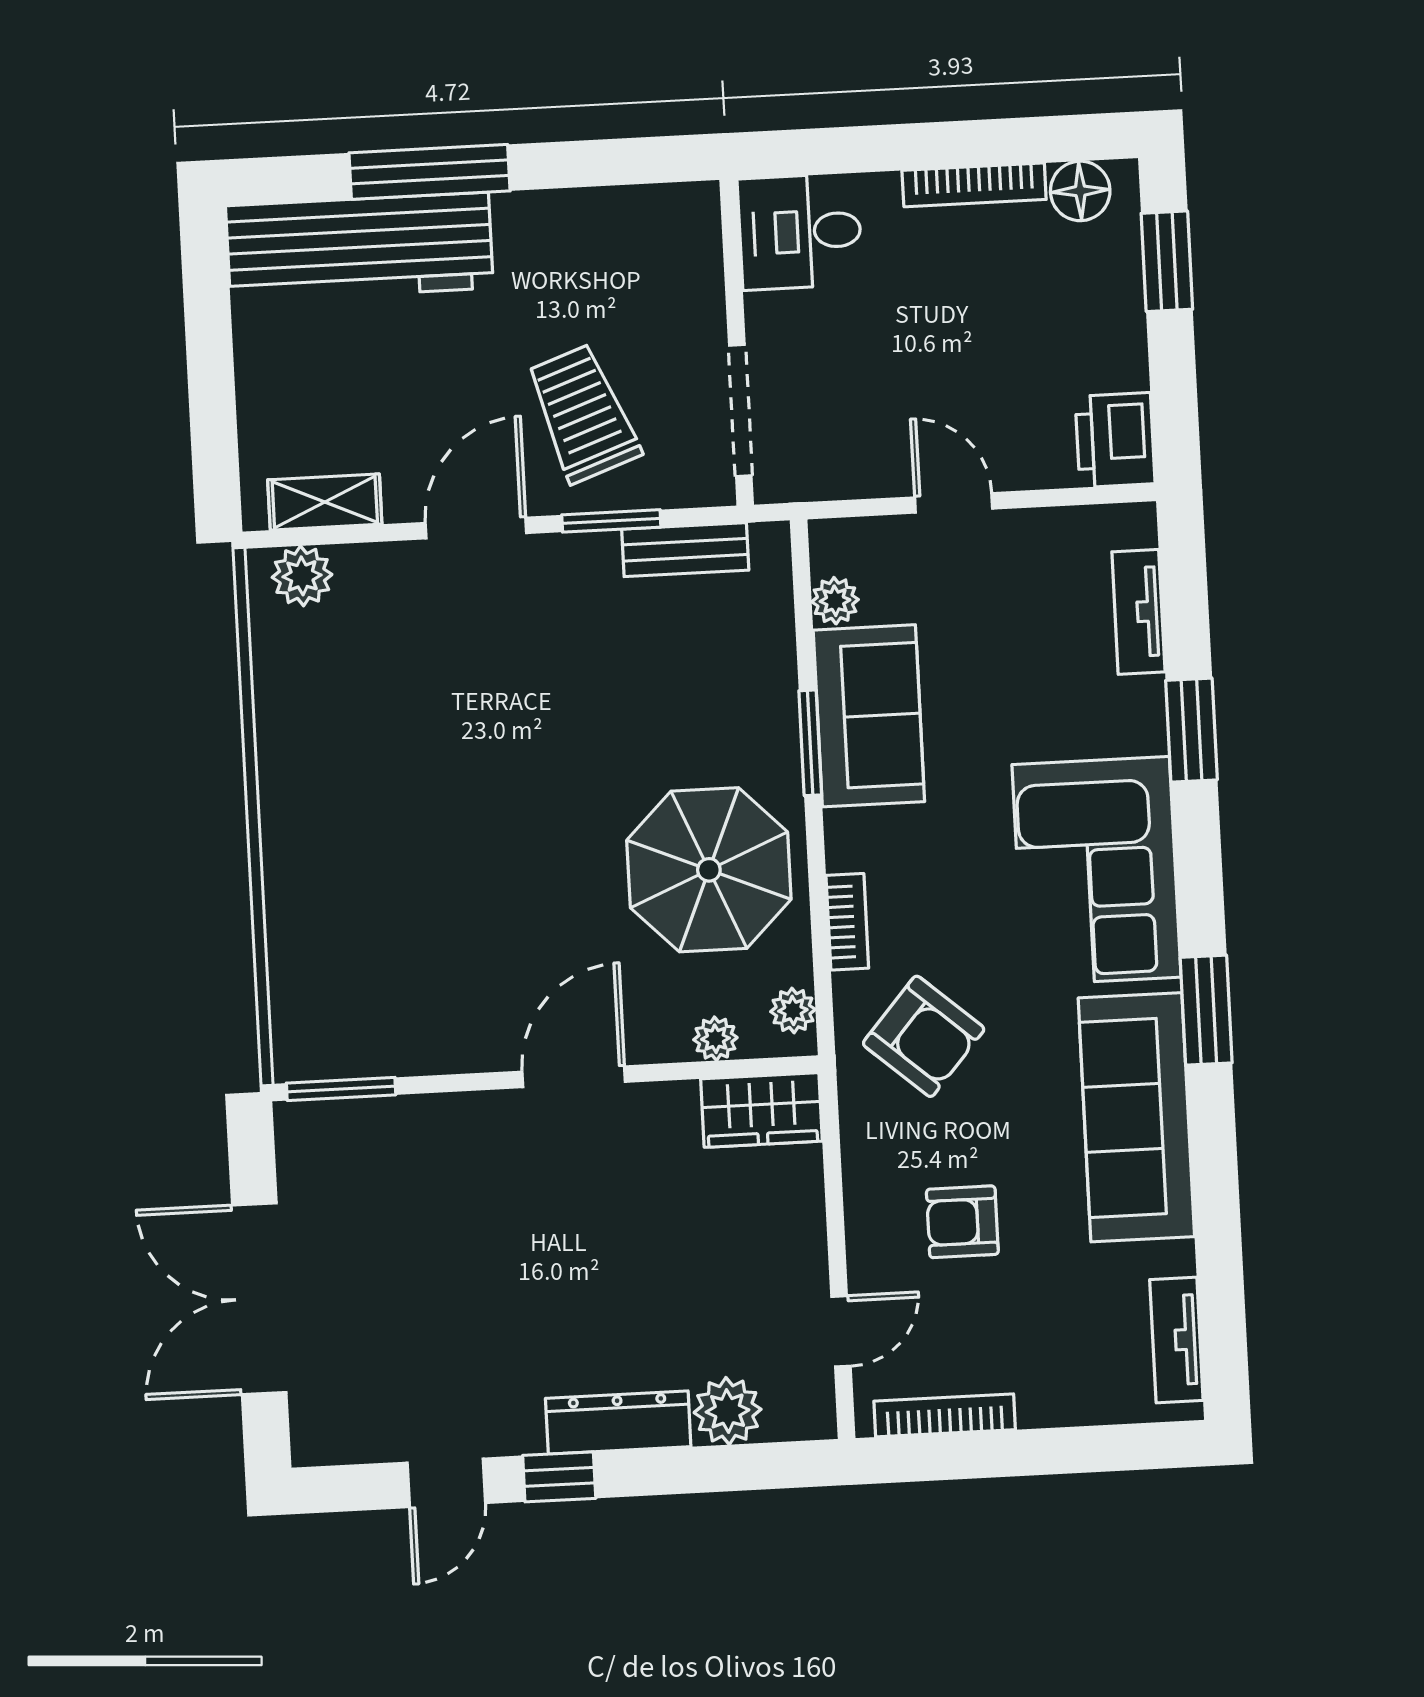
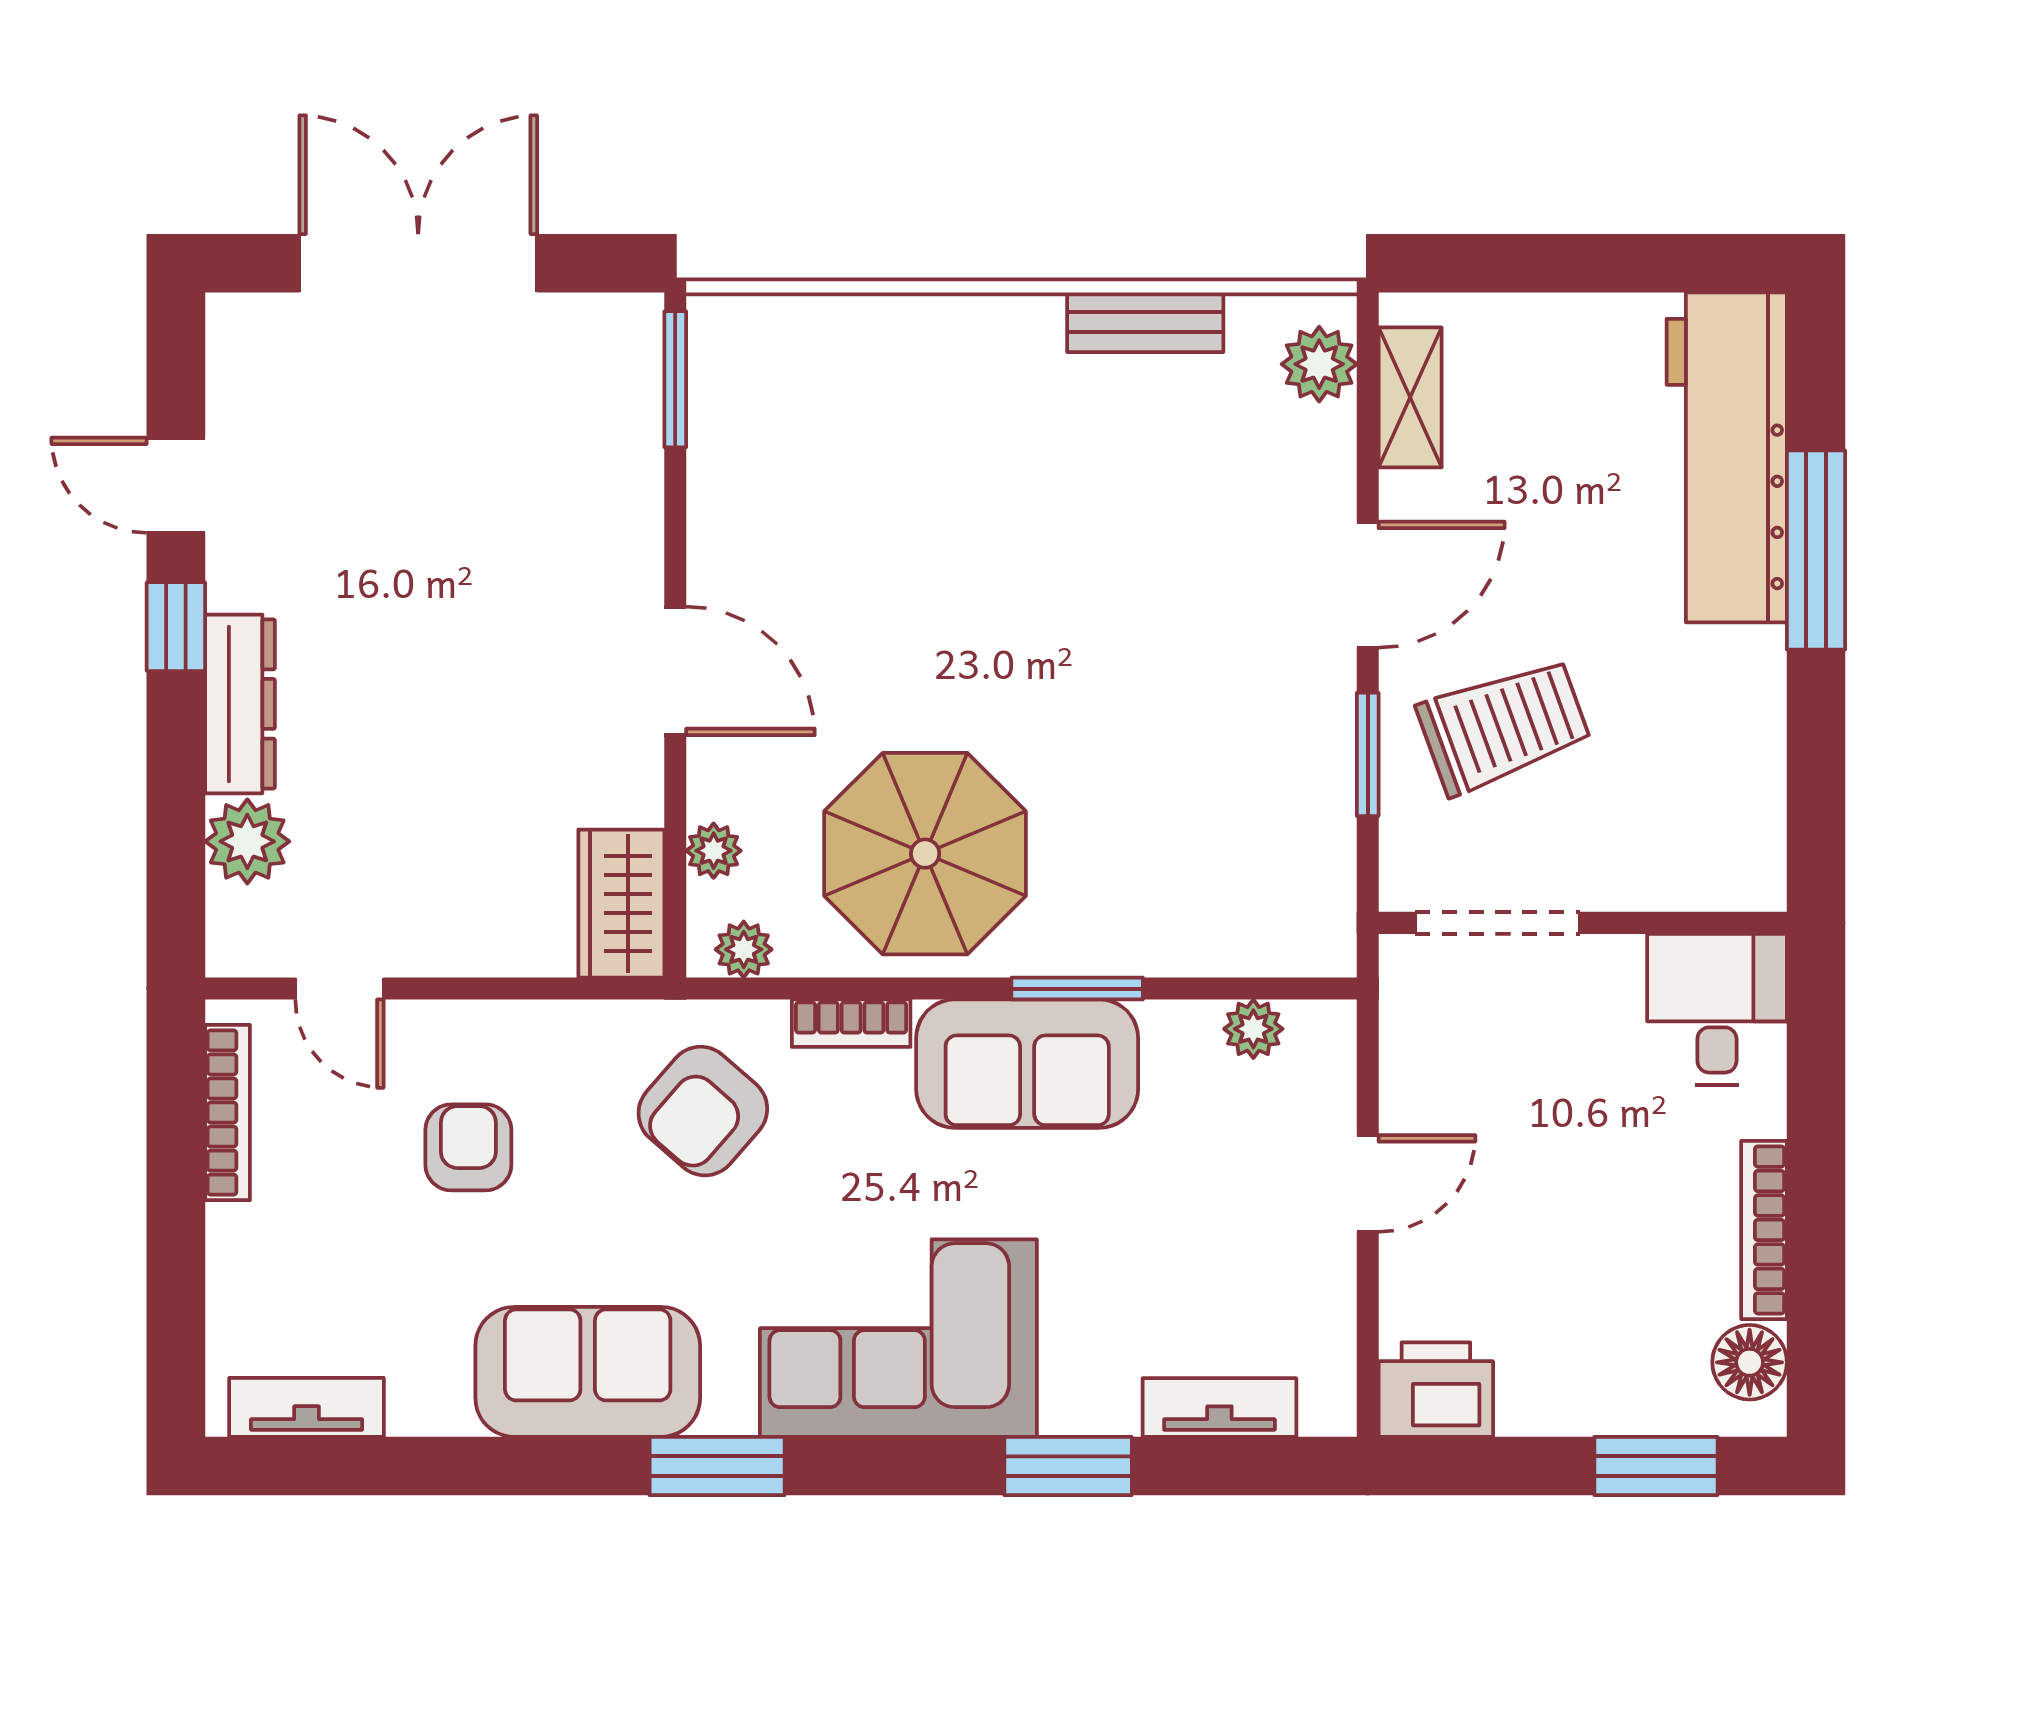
door: (476, 528) -> (1368, 585), hinge flipped
bench: (685, 550) -> (1145, 322), moved, turned 90
sofa: (869, 716) -> (1027, 1064), moved
sofa: (1136, 1117) -> (588, 1372), width x0.73

